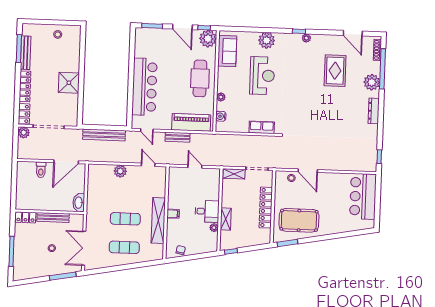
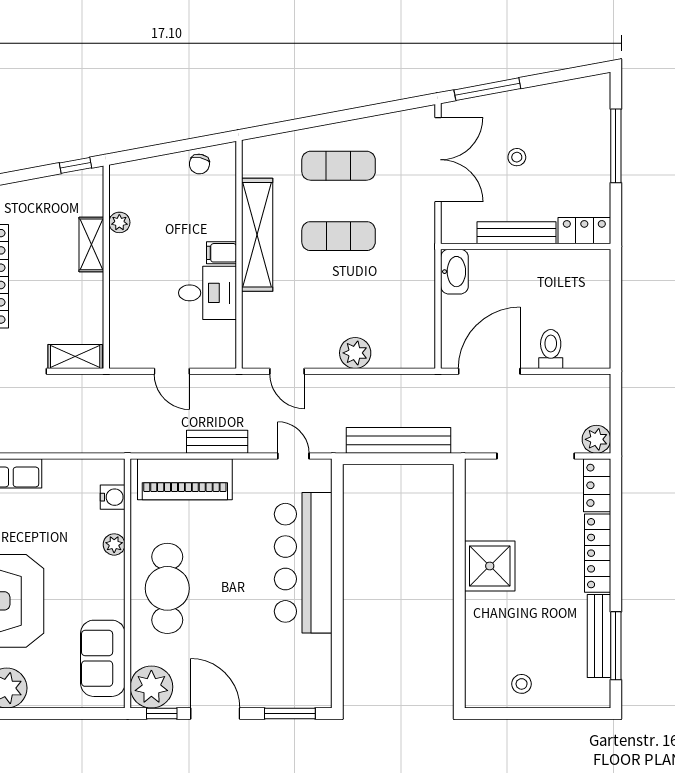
desk: (207, 211) -> (207, 293), moved, turned 180

